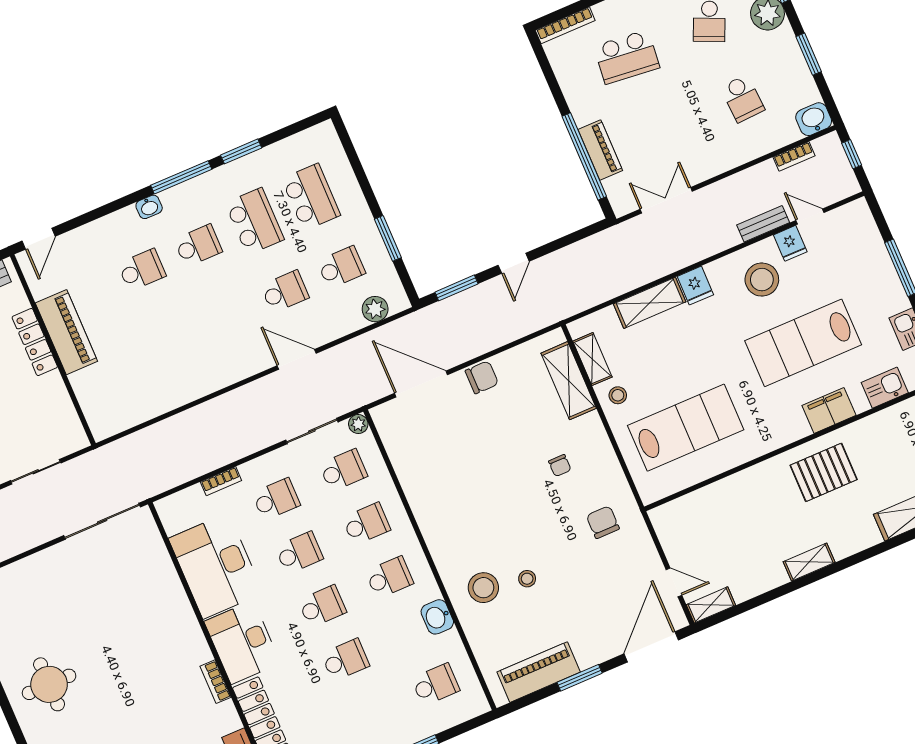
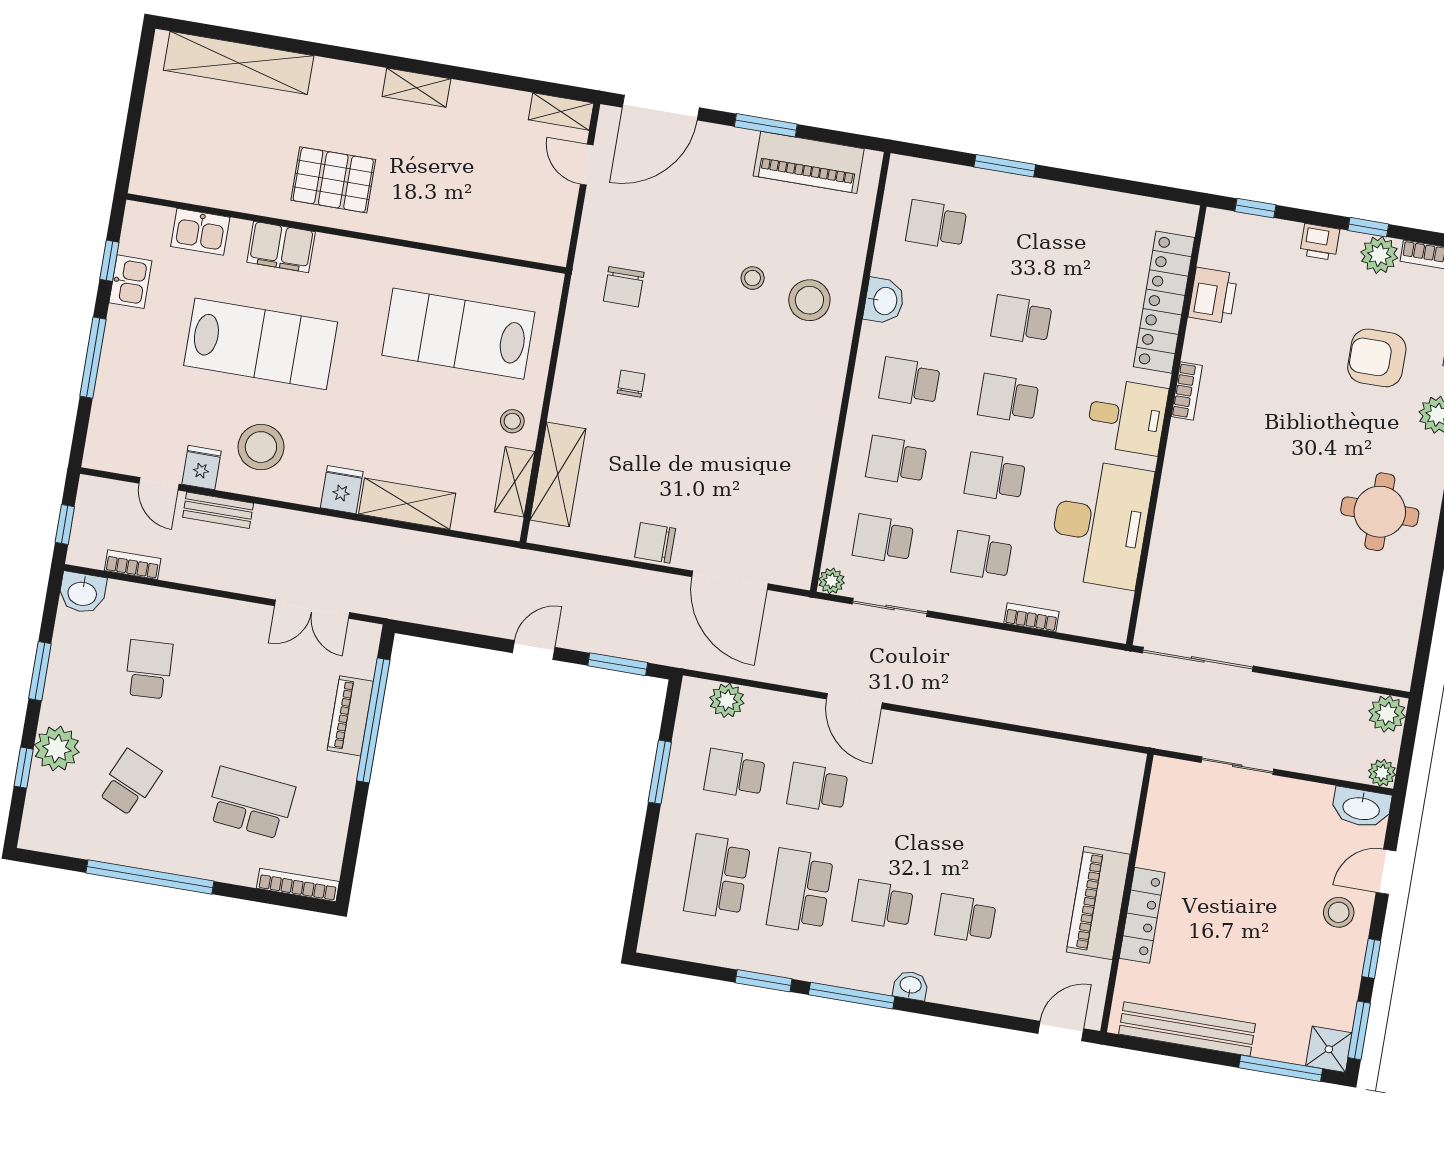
desk: (242, 642) -> (1127, 416), width x0.73

